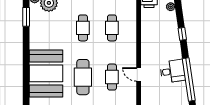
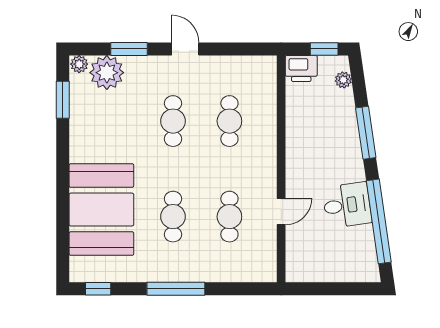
window: (182, 34) -> (366, 133), width x2.17
door: (139, 74) -> (281, 211), swing flipped
cafe table: (83, 77) -> (173, 217), width x0.73, depth x0.74

